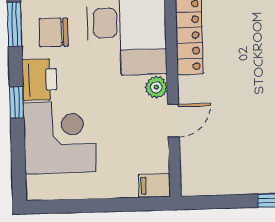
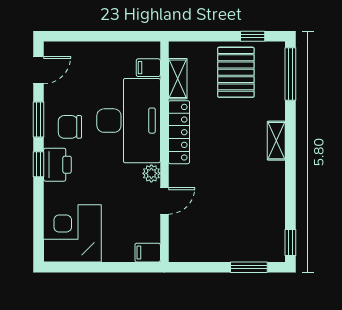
window: (17, 102) -> (39, 164), moved
corner desk: (60, 137) -> (72, 233), moved, turned -90

